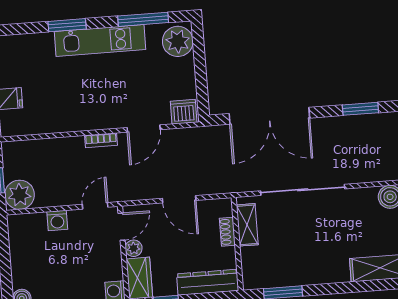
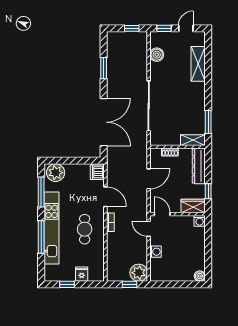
window: (67, 25) -> (41, 237), width x1.44
kitchen unit: (100, 40) -> (51, 228), width x1.36
cafe table: (86, 98) -> (85, 229), added
shelving: (247, 225) -> (193, 140), moved
plant: (134, 248) -> (175, 208), removed

